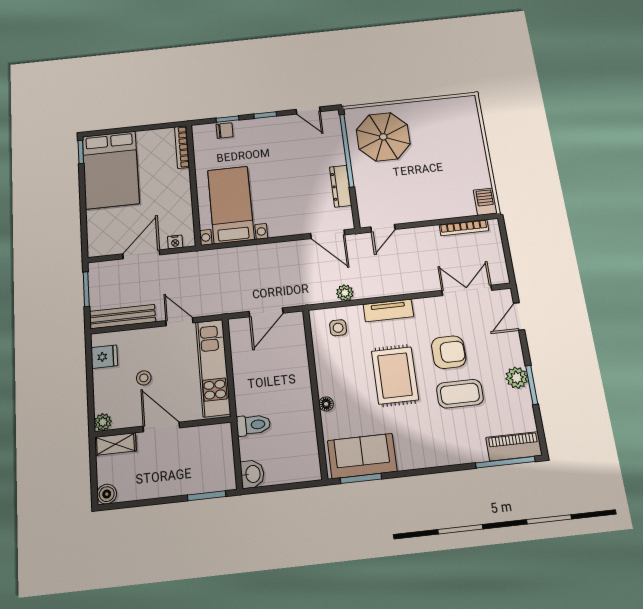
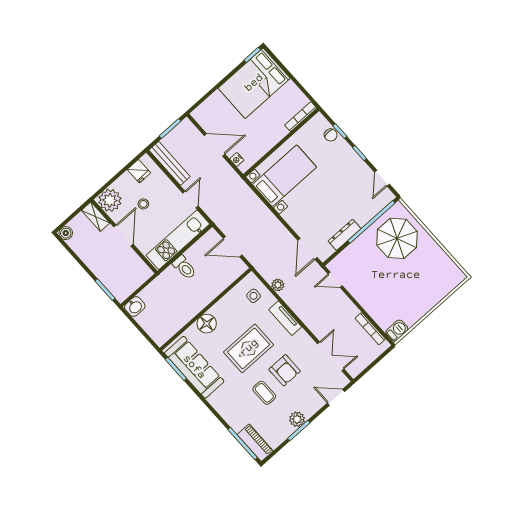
coffee table: (460, 394) -> (264, 393), width x0.73, depth x0.77
floor lamp: (326, 404) -> (207, 324), width x1.89, depth x1.89
plant: (103, 422) -> (110, 200), width x1.88, depth x1.88
toilet: (253, 425) -> (184, 267), moved
sofa: (362, 456) -> (194, 367), width x1.36

